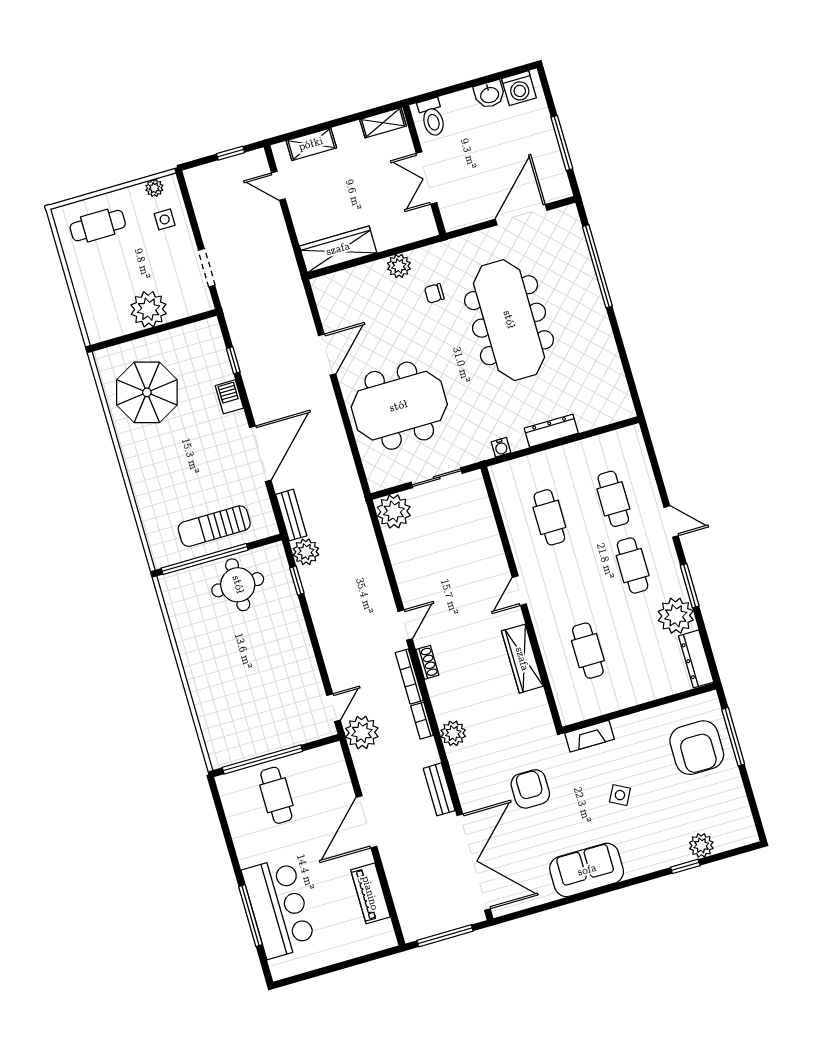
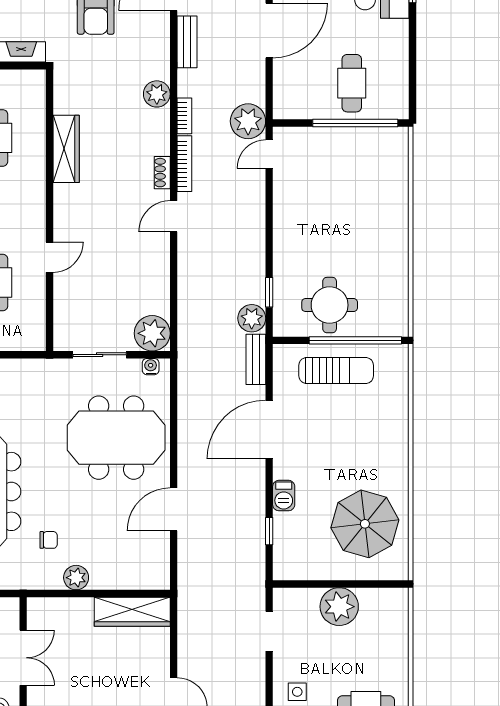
water cooler: (501, 447) -> (151, 367), moved
door: (519, 591) -> (49, 257), moved

